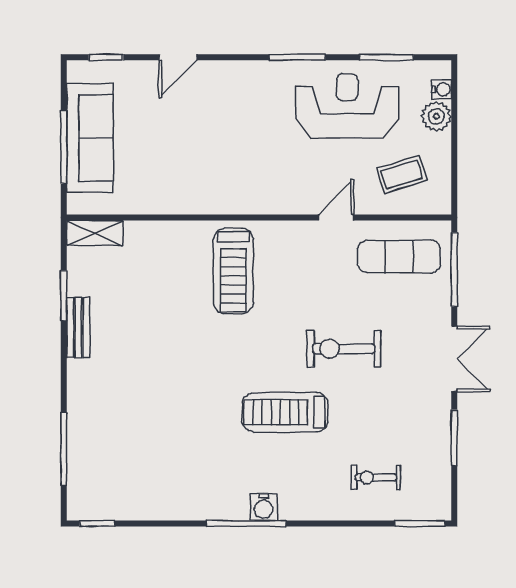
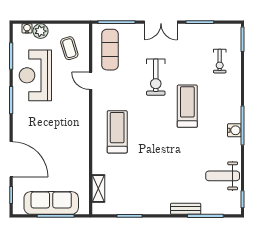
door: (178, 57) -> (11, 159), width x1.88
shelving: (95, 233) -> (98, 189), moved
treadmill: (233, 271) -> (117, 132), turned -90
bench: (78, 328) -> (186, 209), moved
double door: (454, 359) -> (161, 22), swing flipped
treadmill: (285, 412) -> (187, 106), turned 180
weight bench: (145, 483) -> (223, 176), added
water cooler: (264, 507) -> (234, 130), moved

